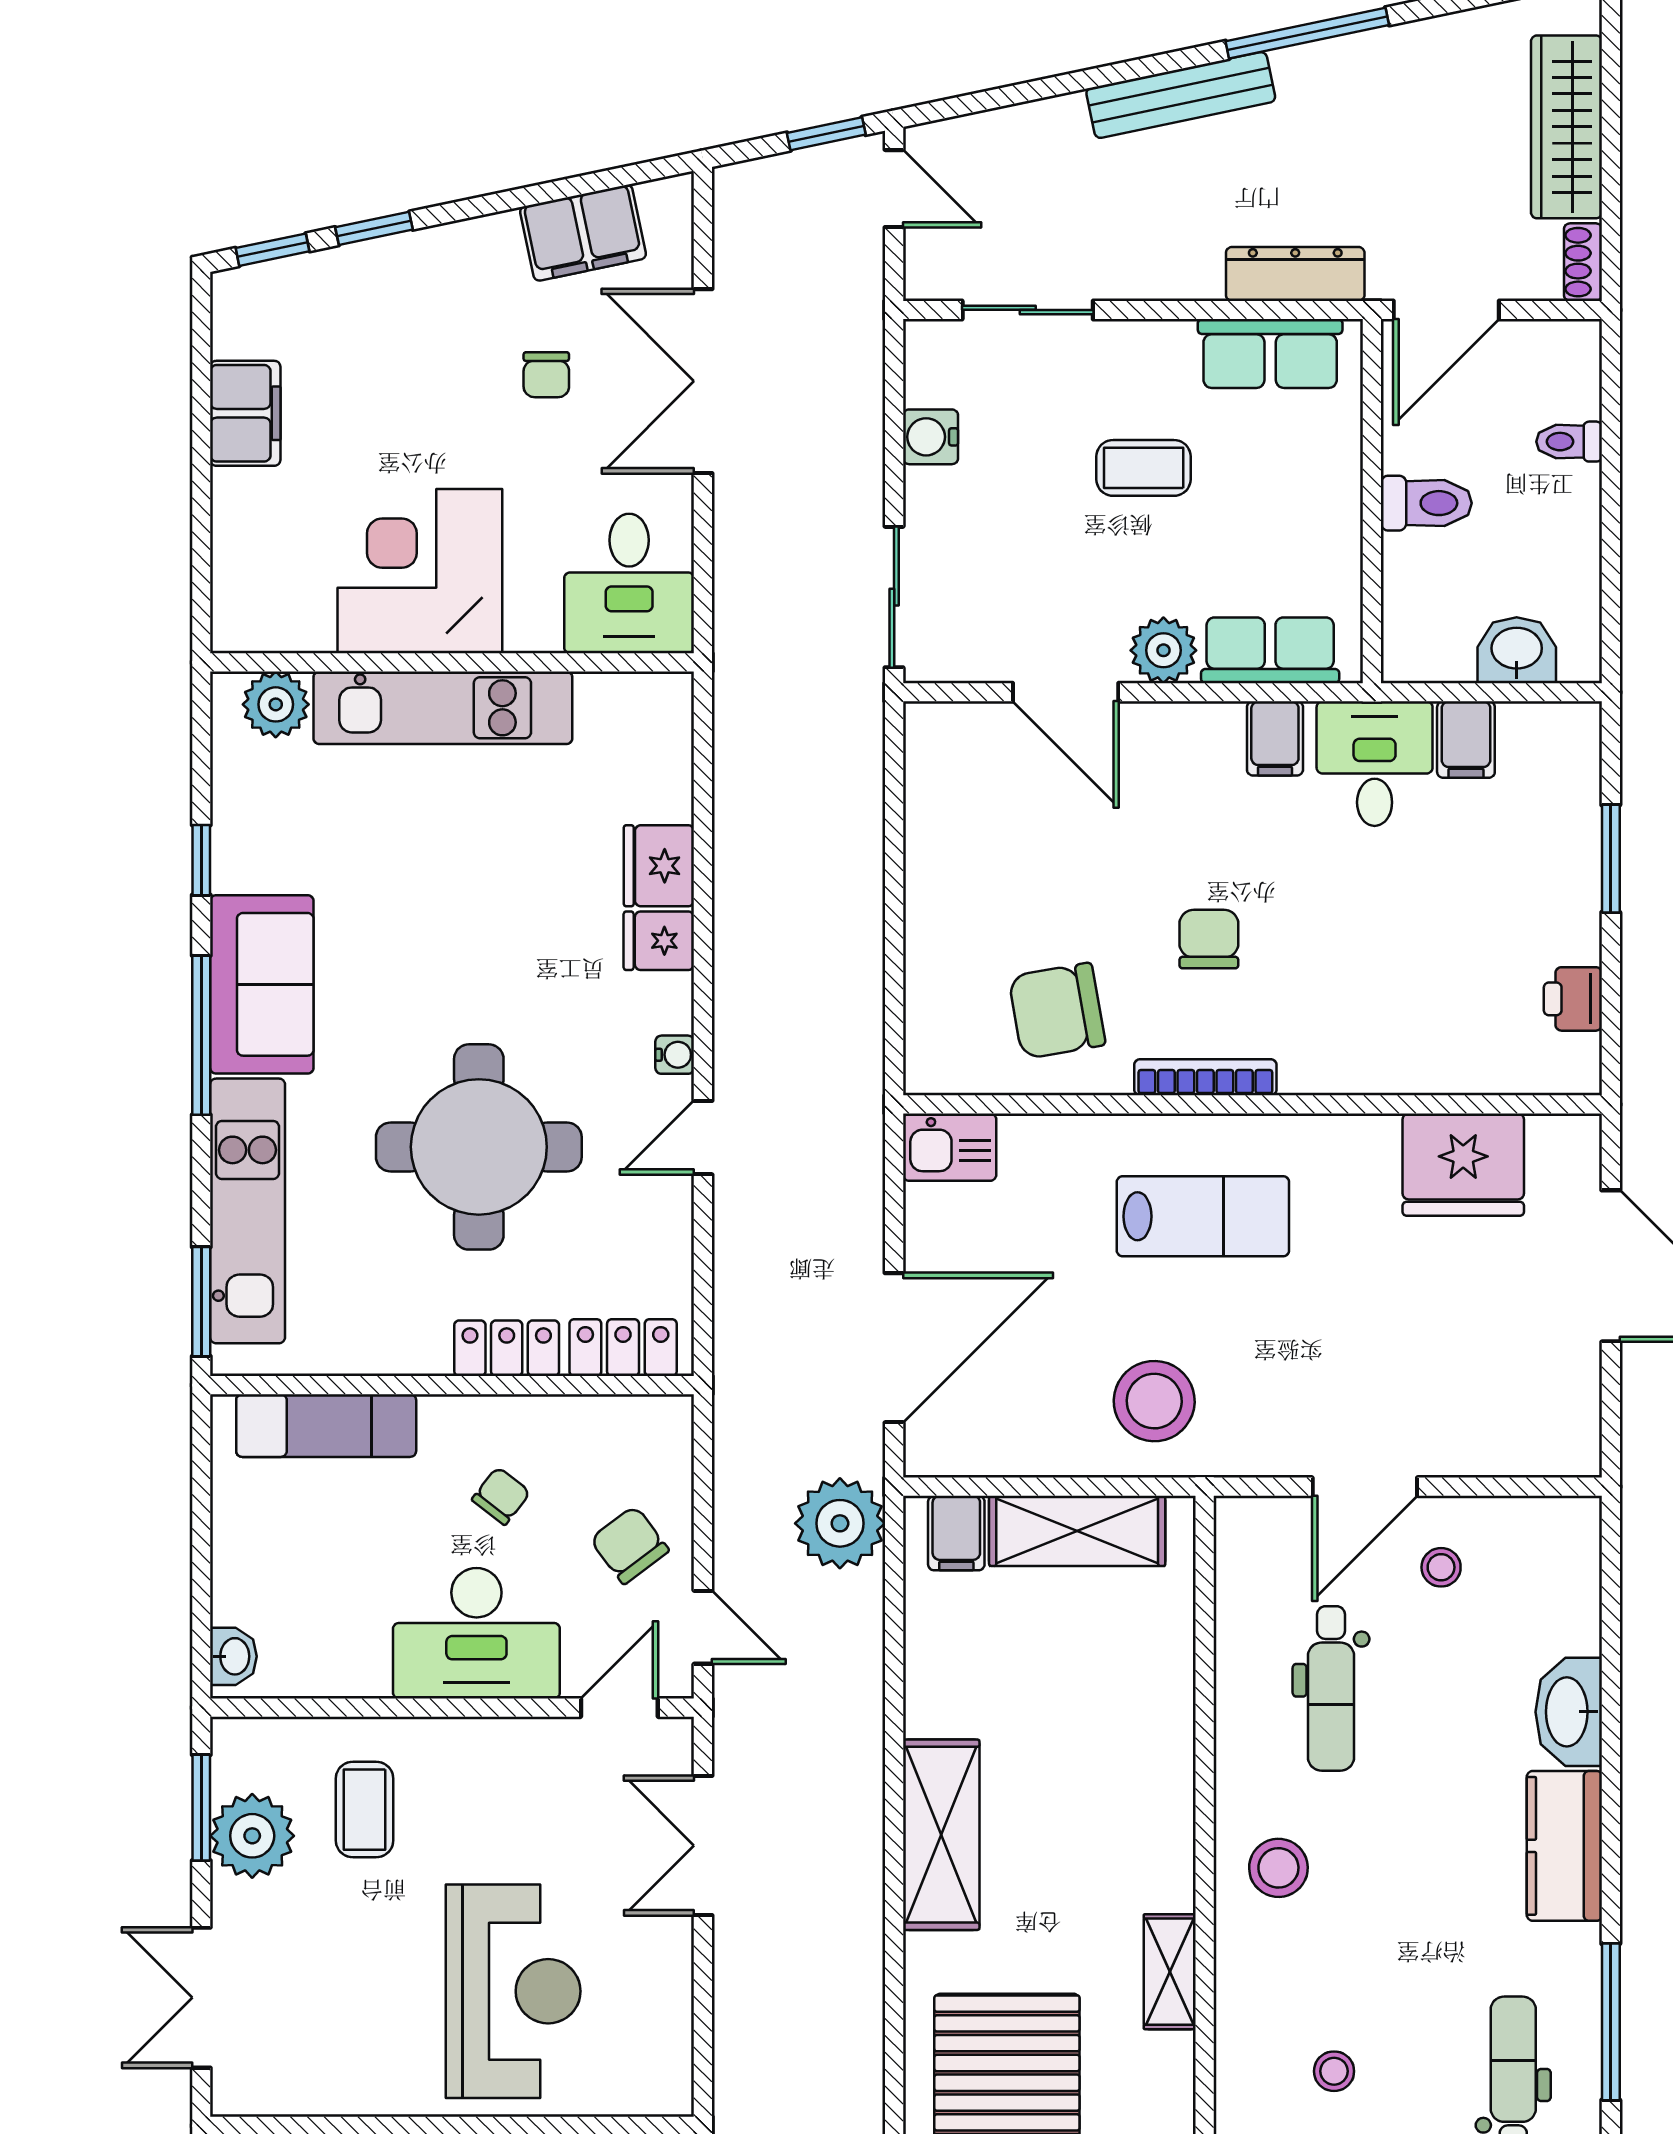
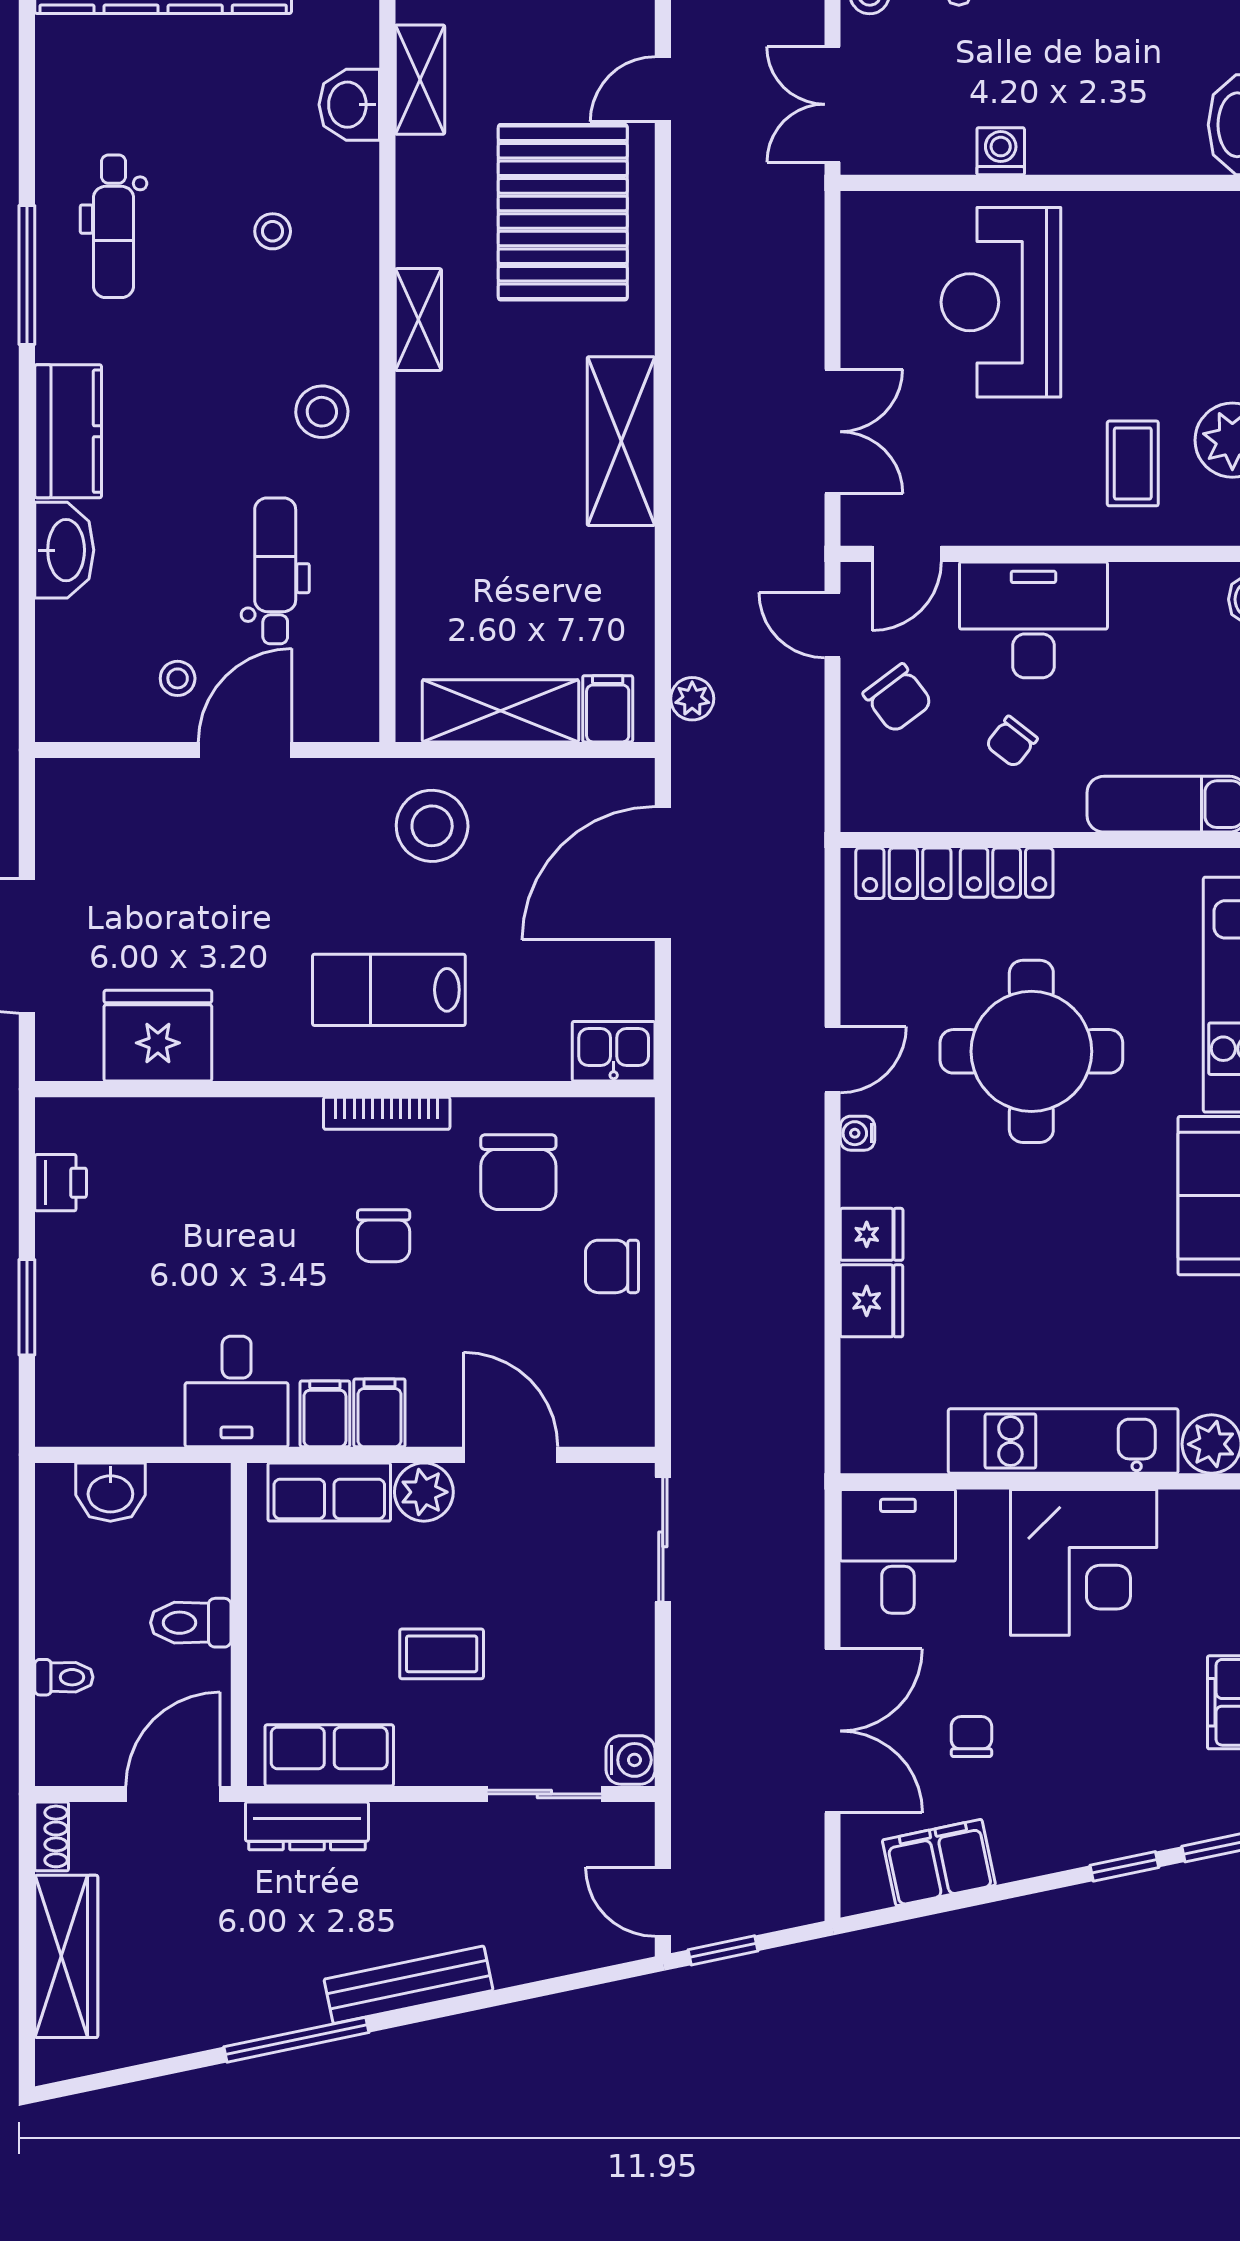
water cooler: (931, 437) -> (631, 1760), moved
filing cabinet: (1466, 740) -> (379, 1413), moved
chair: (951, 905) -> (612, 1266), added
chair: (1057, 1011) -> (518, 1172), turned 100
plant: (840, 1523) -> (692, 699), width x0.53, depth x0.53

